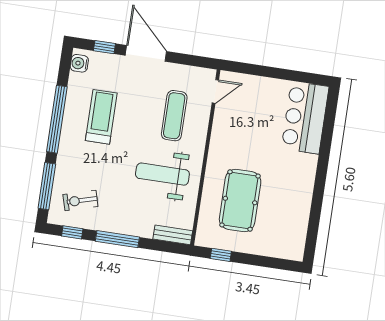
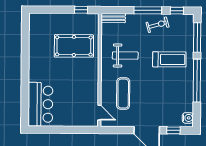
door: (215, 91) -> (99, 113), swing flipped
treadmill: (101, 117) -> (169, 59), moved, turned -90
weight bench: (162, 174) -> (125, 56), width x0.73, depth x0.75
exercise bike: (80, 200) -> (158, 25), moved
pool table: (240, 201) -> (74, 46), turned 90

